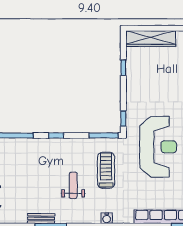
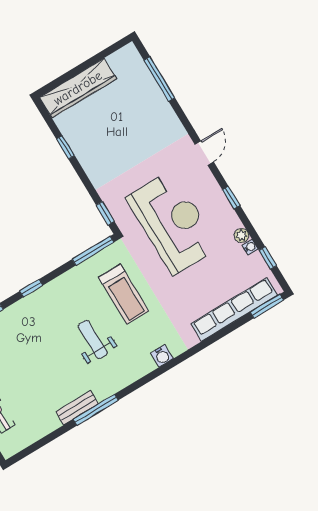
treadmill: (106, 170) -> (124, 294), turned 180

